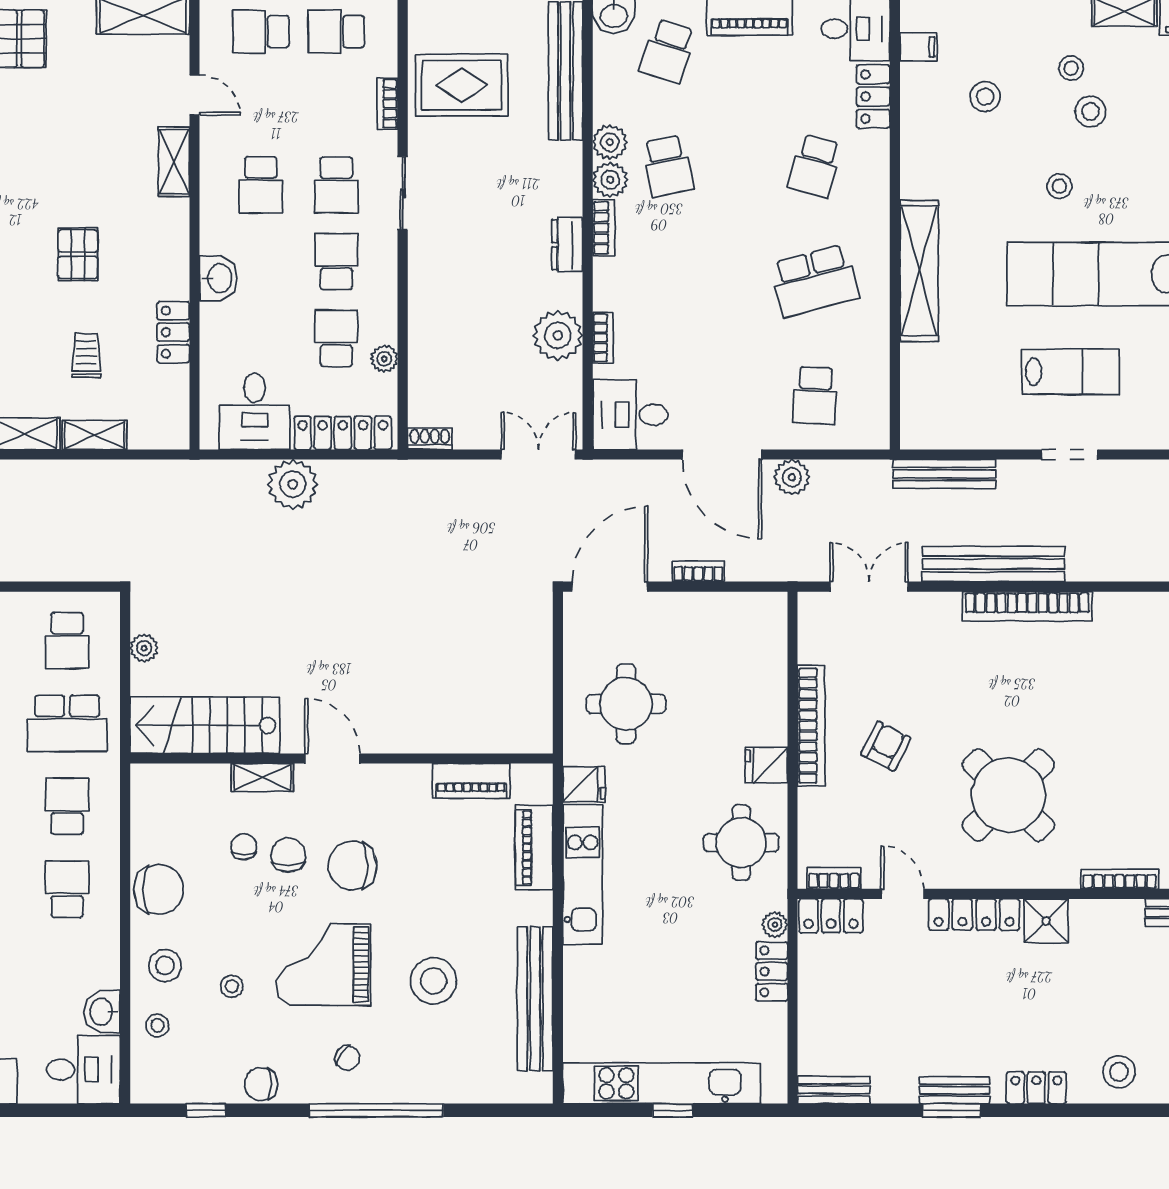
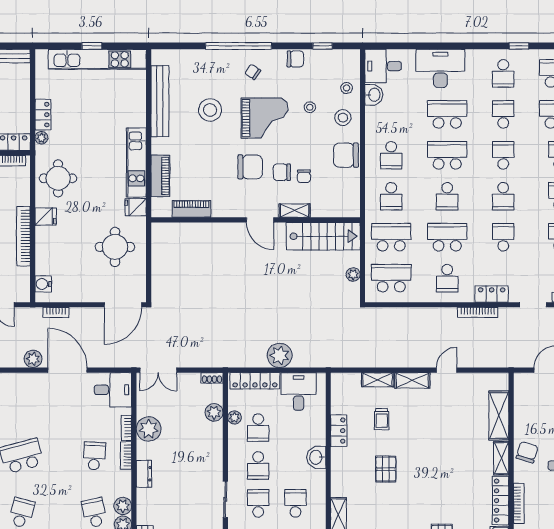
bookcase: (604, 228) -> (126, 456), moved
plant: (426, 369) -> (214, 412), added
school desk: (815, 396) -> (94, 456), moved
bookcase: (698, 571) -> (56, 312), moved
water cooler: (771, 629) -> (43, 284), added
school desk: (67, 641) -> (391, 278), width x1.85
chair: (288, 855) -> (282, 172), turned 90

